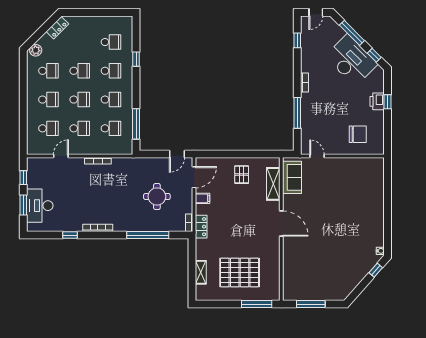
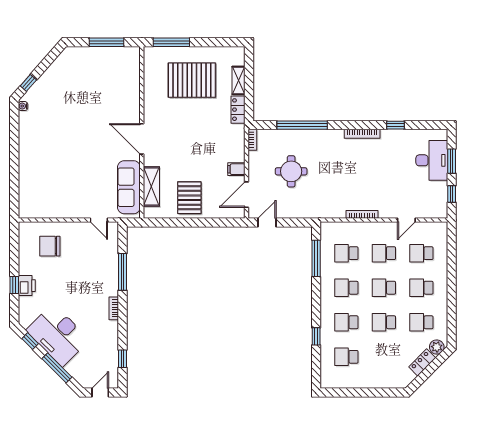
locker: (57, 28) -> (422, 362), moved
pallet: (242, 175) -> (189, 198), width x1.50, depth x1.42
sofa: (292, 177) -> (129, 187), width x1.36
locker: (201, 227) -> (238, 110), moved

